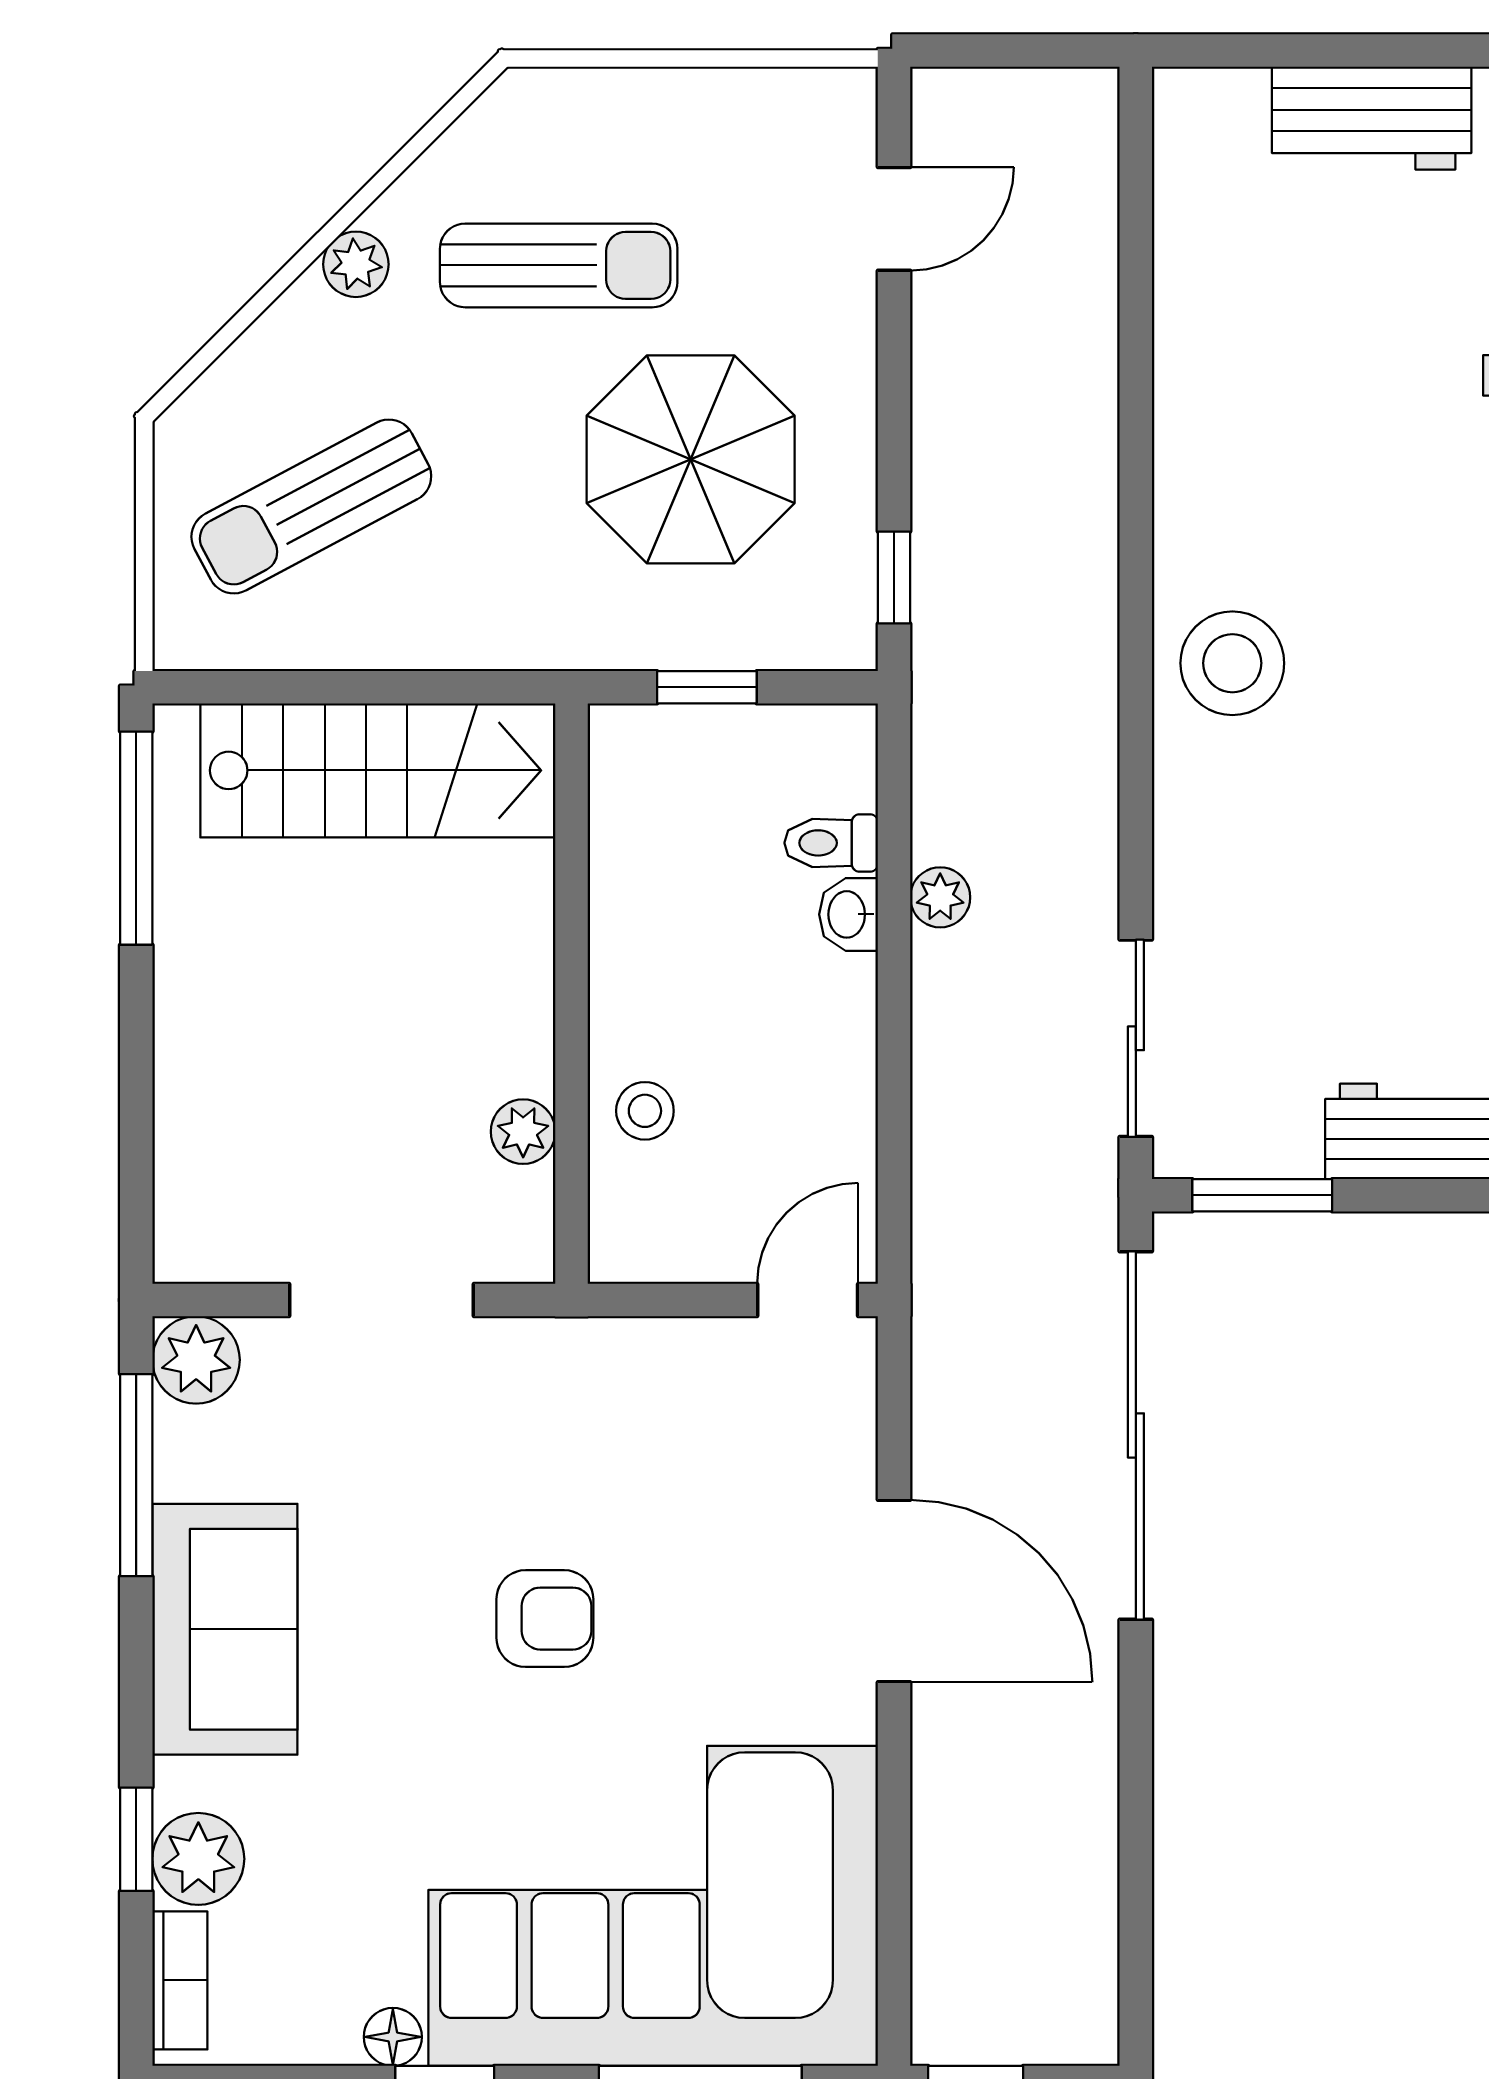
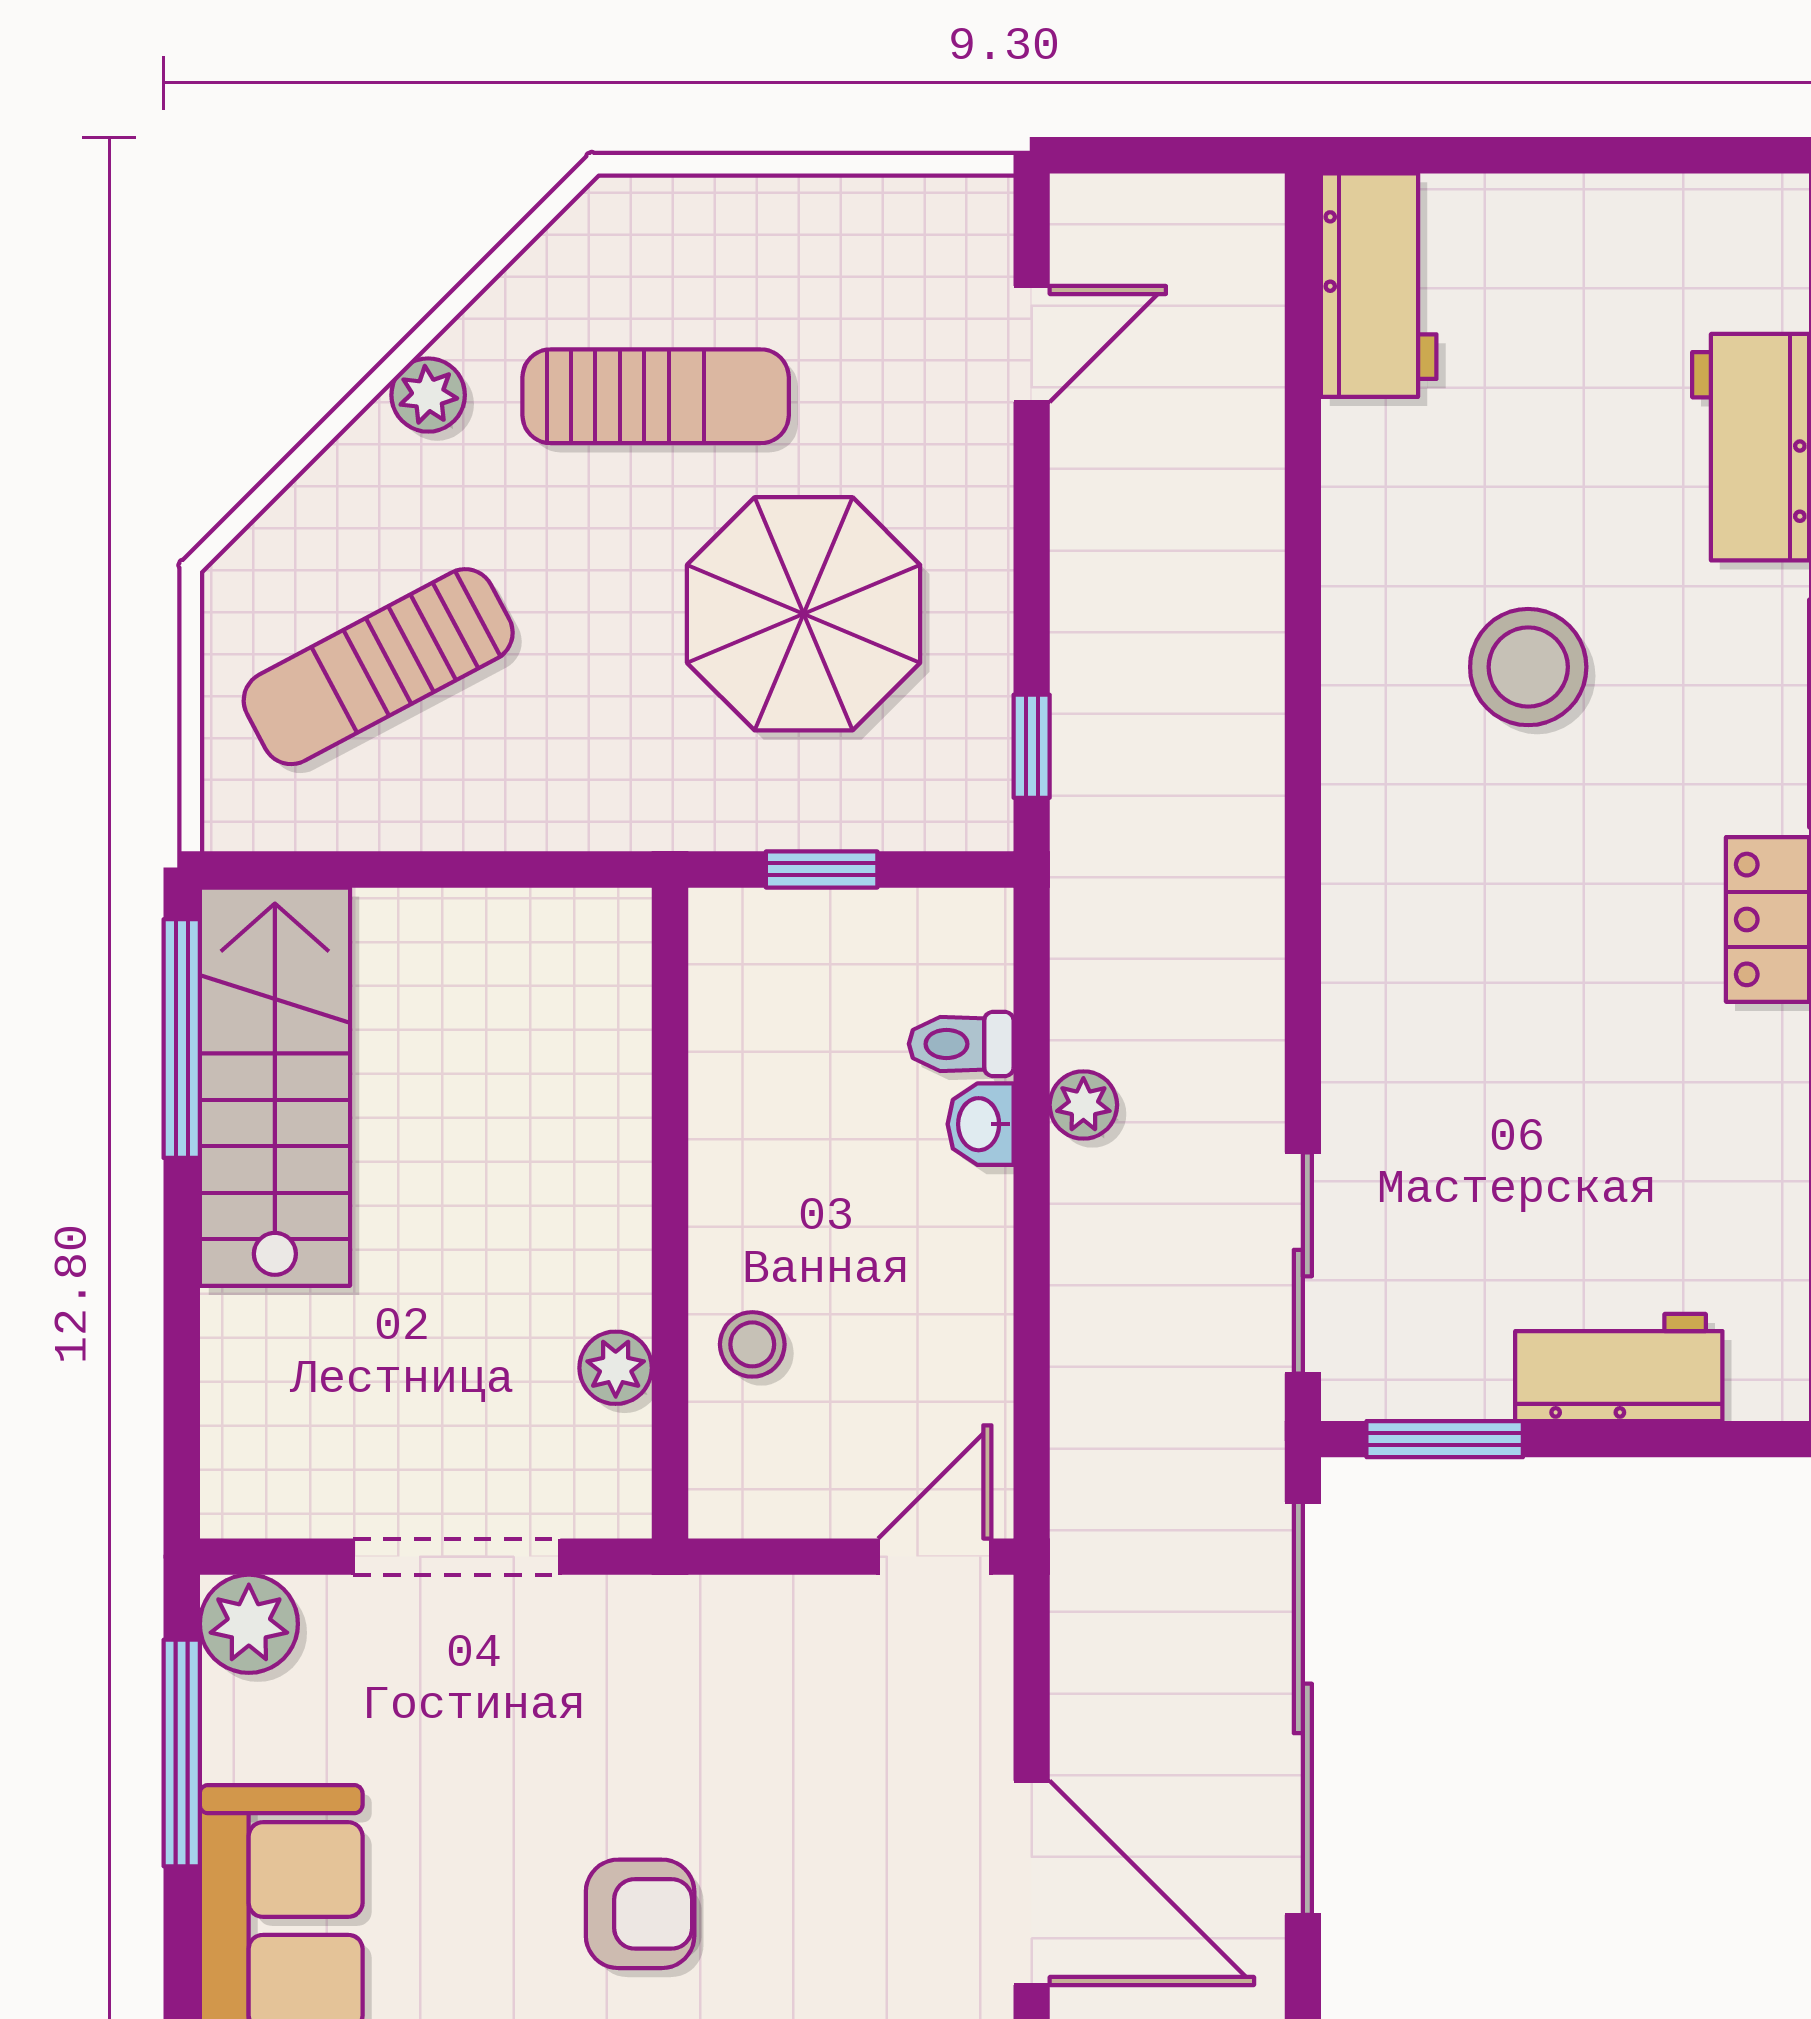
workbench: (1372, 118) -> (1379, 285), moved, turned -90
stool: (1232, 663) -> (1528, 667), moved
stairs: (378, 770) -> (275, 1087), moved, turned -90

